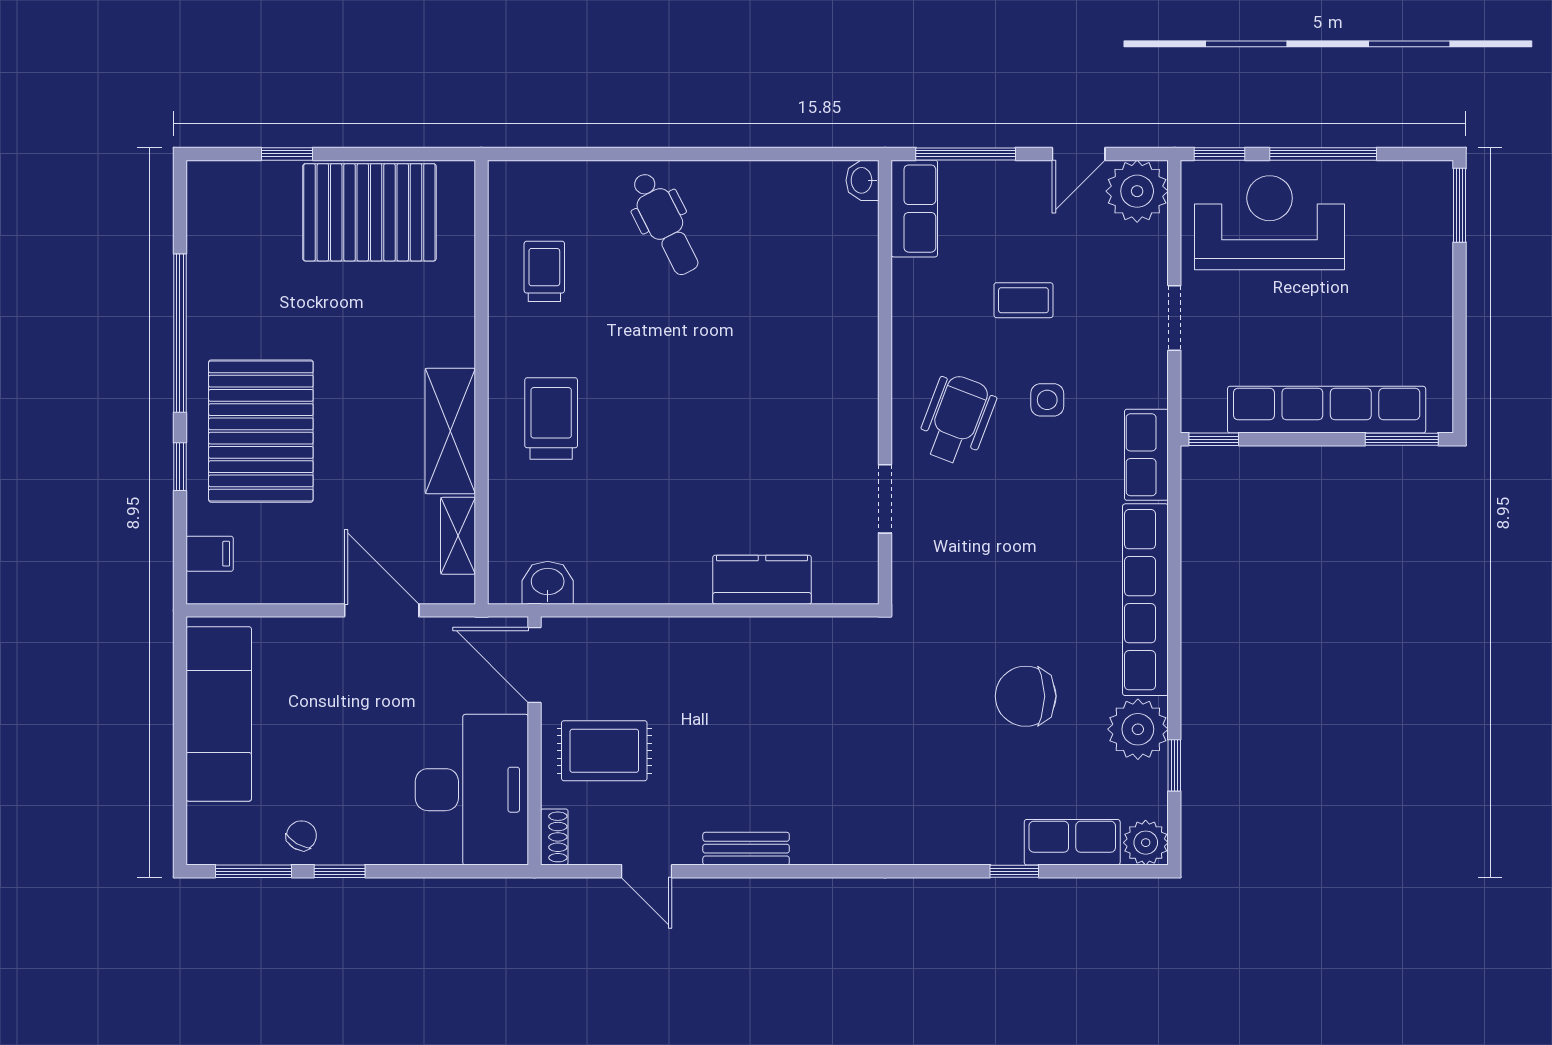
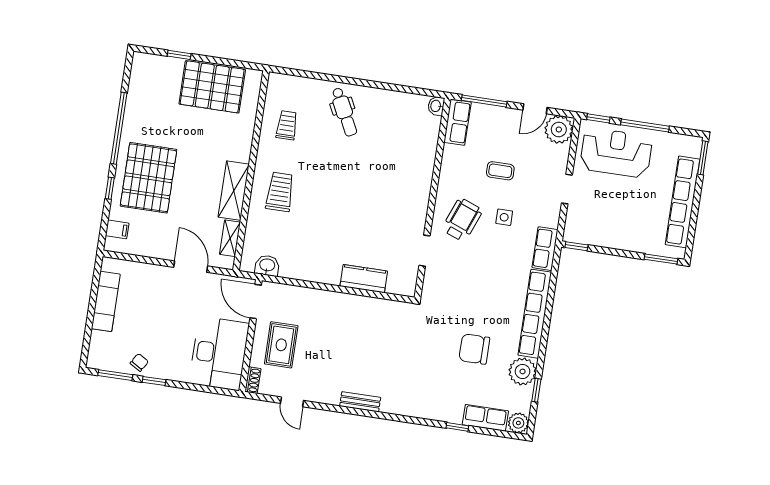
row of seats: (1327, 410) -> (683, 202), moved, turned -90
exam couch: (219, 714) -> (106, 301), width x0.73, depth x0.69
rug: (604, 751) -> (281, 345), turned 90
bench: (746, 849) -> (360, 402), moved

